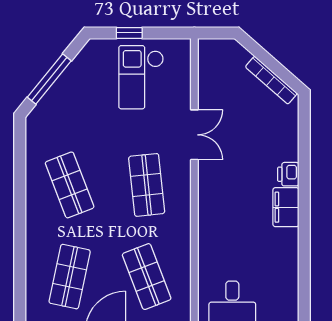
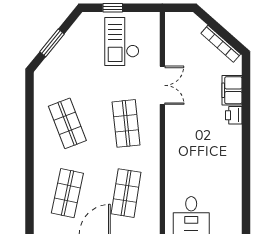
window: (49, 79) -> (52, 43), width x0.69
filing cabinet: (286, 207) -> (232, 90), moved
shop shelf: (147, 277) -> (126, 193), turned 30

